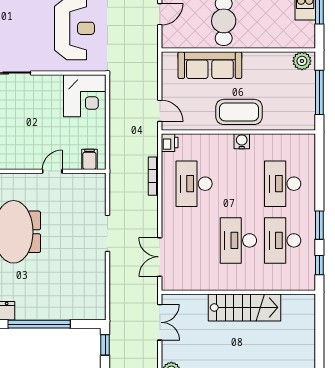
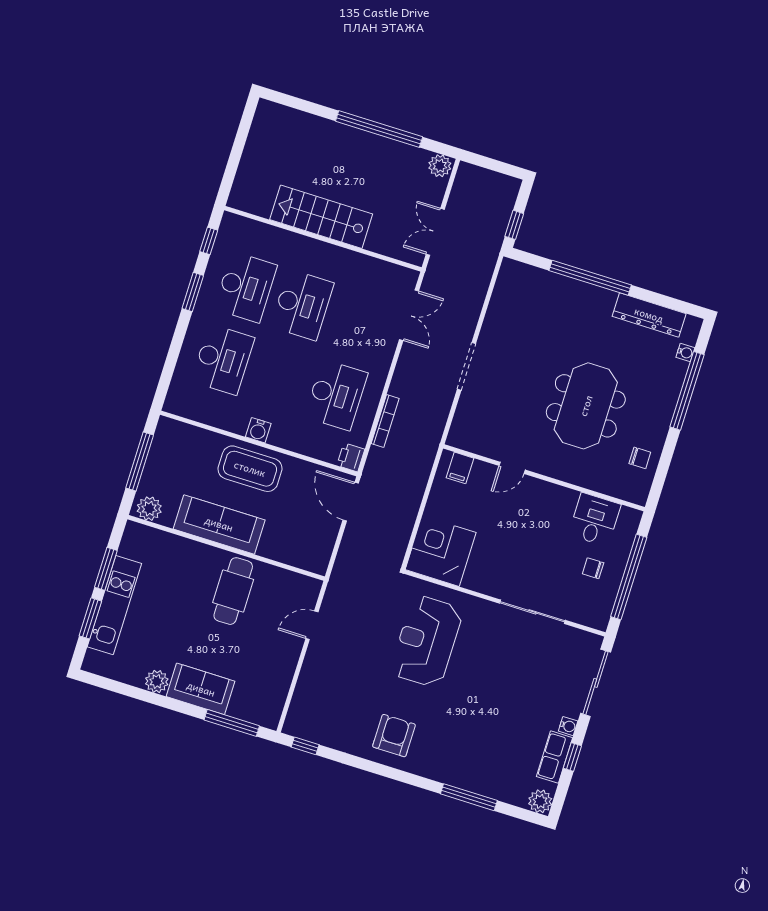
sofa: (210, 65) -> (219, 524), moved
door: (160, 111) -> (351, 502), width x1.38

